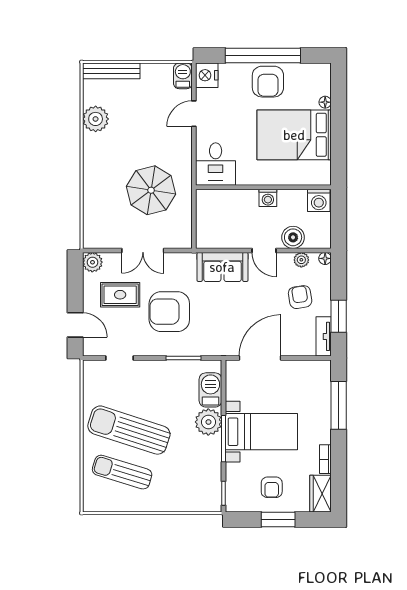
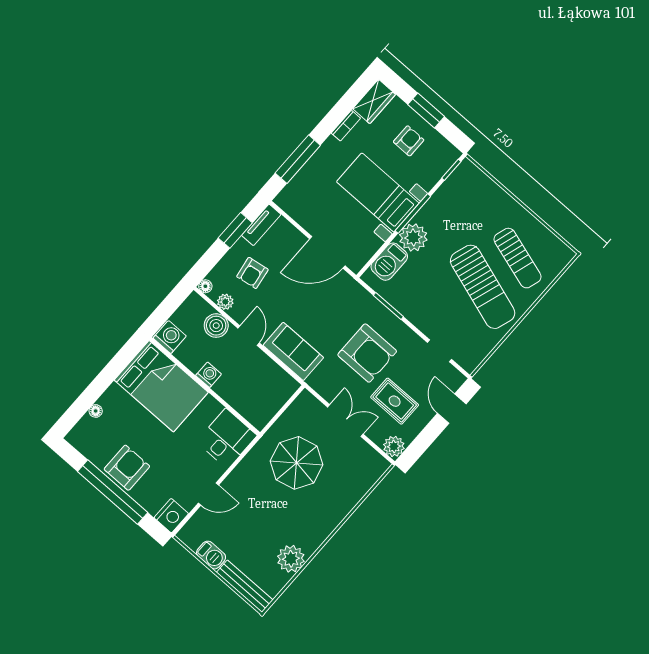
barbecue: (183, 76) -> (211, 555), moved, turned -90
bed: (294, 135) -> (161, 386), moved

